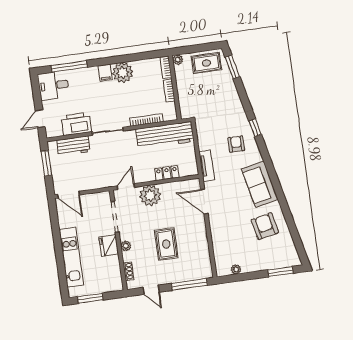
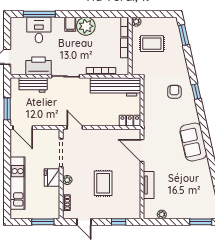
rug: (206, 63) -> (152, 44), moved
desk: (54, 85) -> (39, 30), moved, turned 90
armchair: (236, 144) -> (174, 92), moved
window: (46, 163) -> (7, 109), moved
tv unit: (207, 166) -> (149, 185), moved
locker: (167, 173) -> (130, 121), moved
door: (126, 187) -> (75, 127), hinge flipped
plant: (150, 196) -> (95, 138), removed
armchair: (265, 226) -> (193, 180), removed
window: (189, 284) -> (119, 222), width x0.46
window: (90, 298) -> (43, 222), moved

